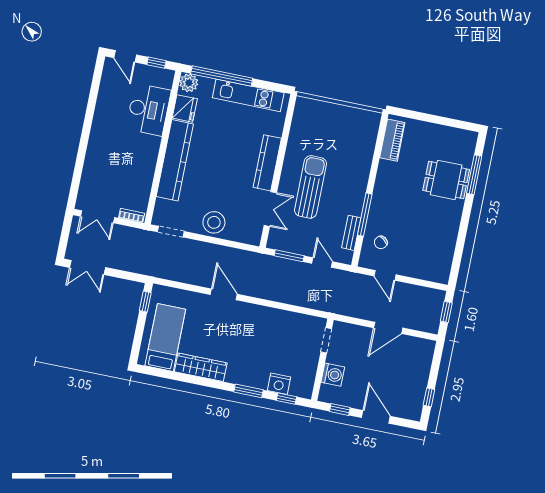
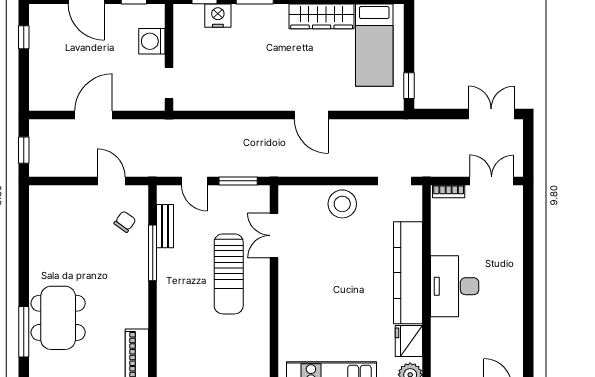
desk: (148, 110) -> (455, 286), moved
kitchen counter: (267, 163) -> (290, 293), removed
dining table: (446, 180) -> (58, 318), width x1.38

